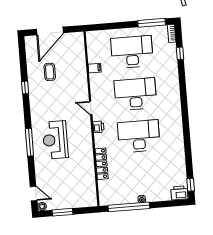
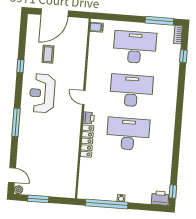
filing cabinet: (95, 68) -> (97, 27), moved
reception desk: (55, 140) -> (42, 93), moved
locker: (102, 164) -> (87, 141), moved

